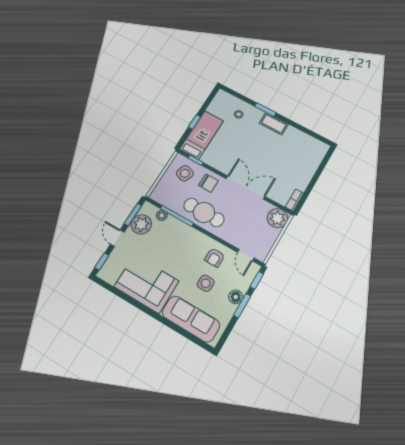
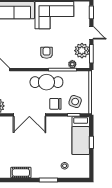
cot: (274, 124) -> (21, 173), moved
armchair: (215, 258) -> (47, 53), moved
side table: (206, 283) -> (18, 37), removed

